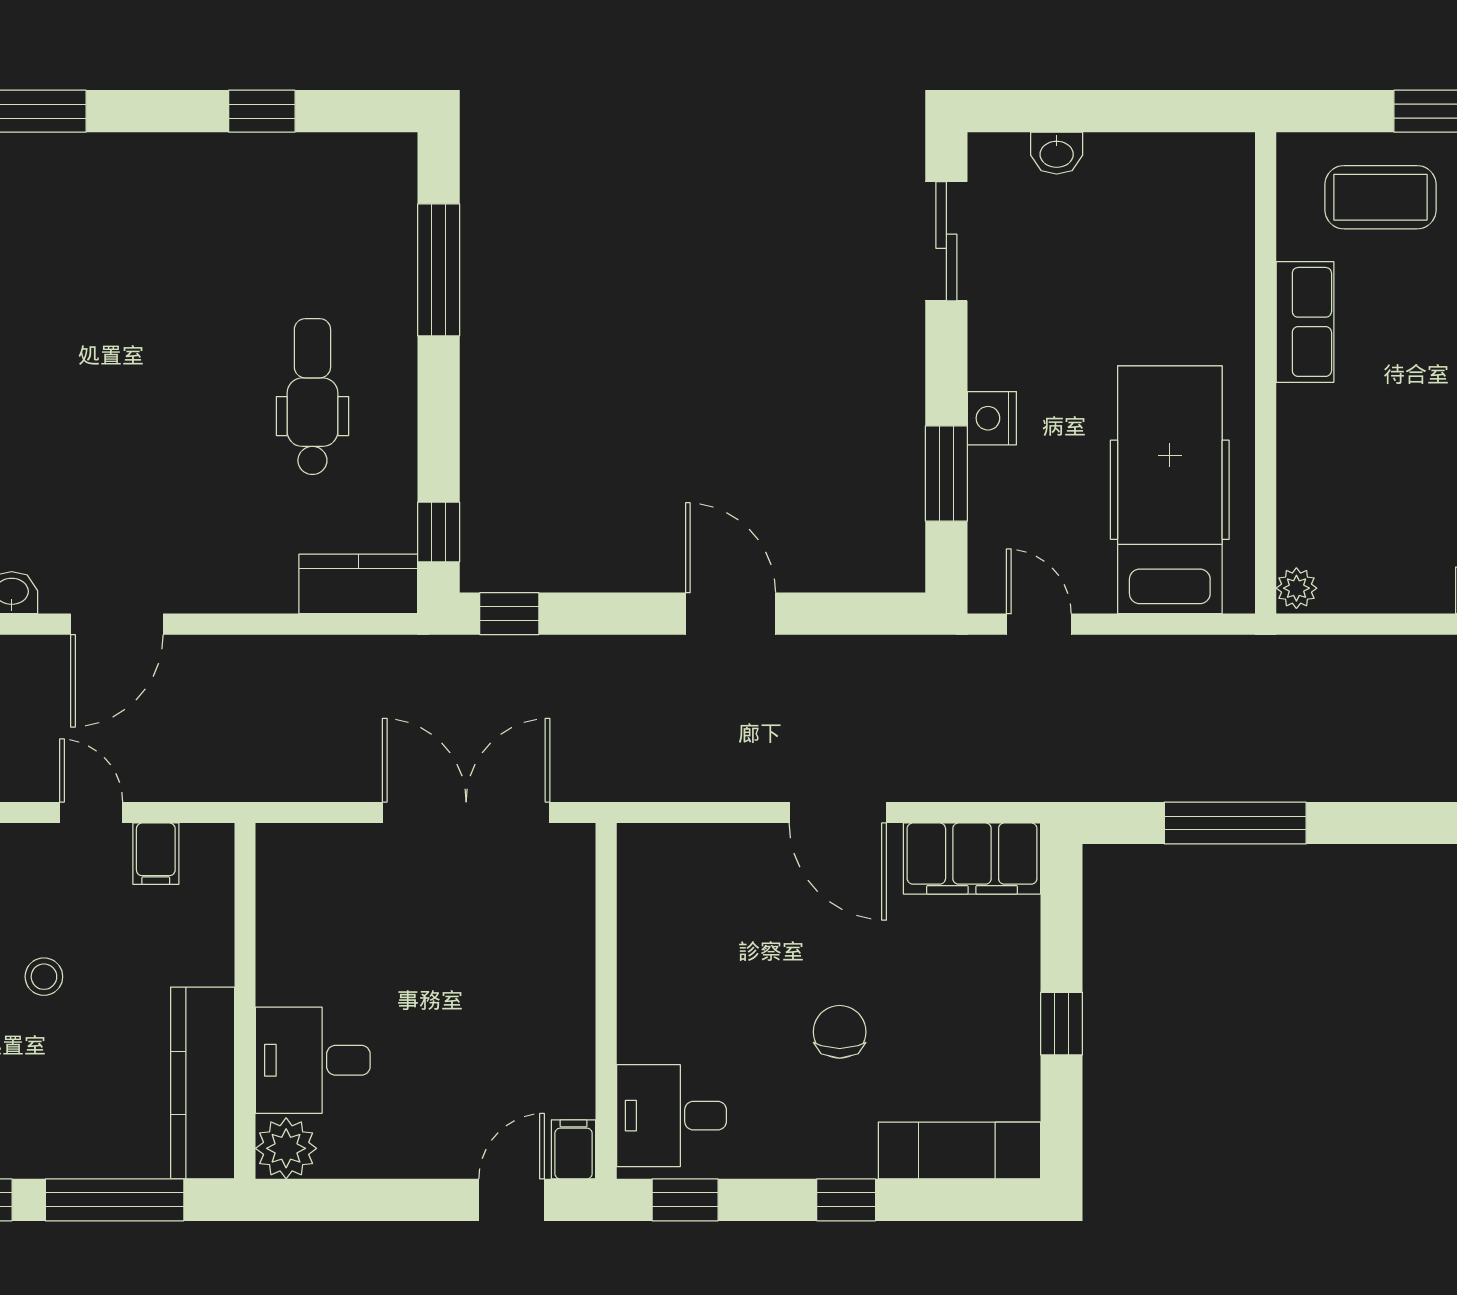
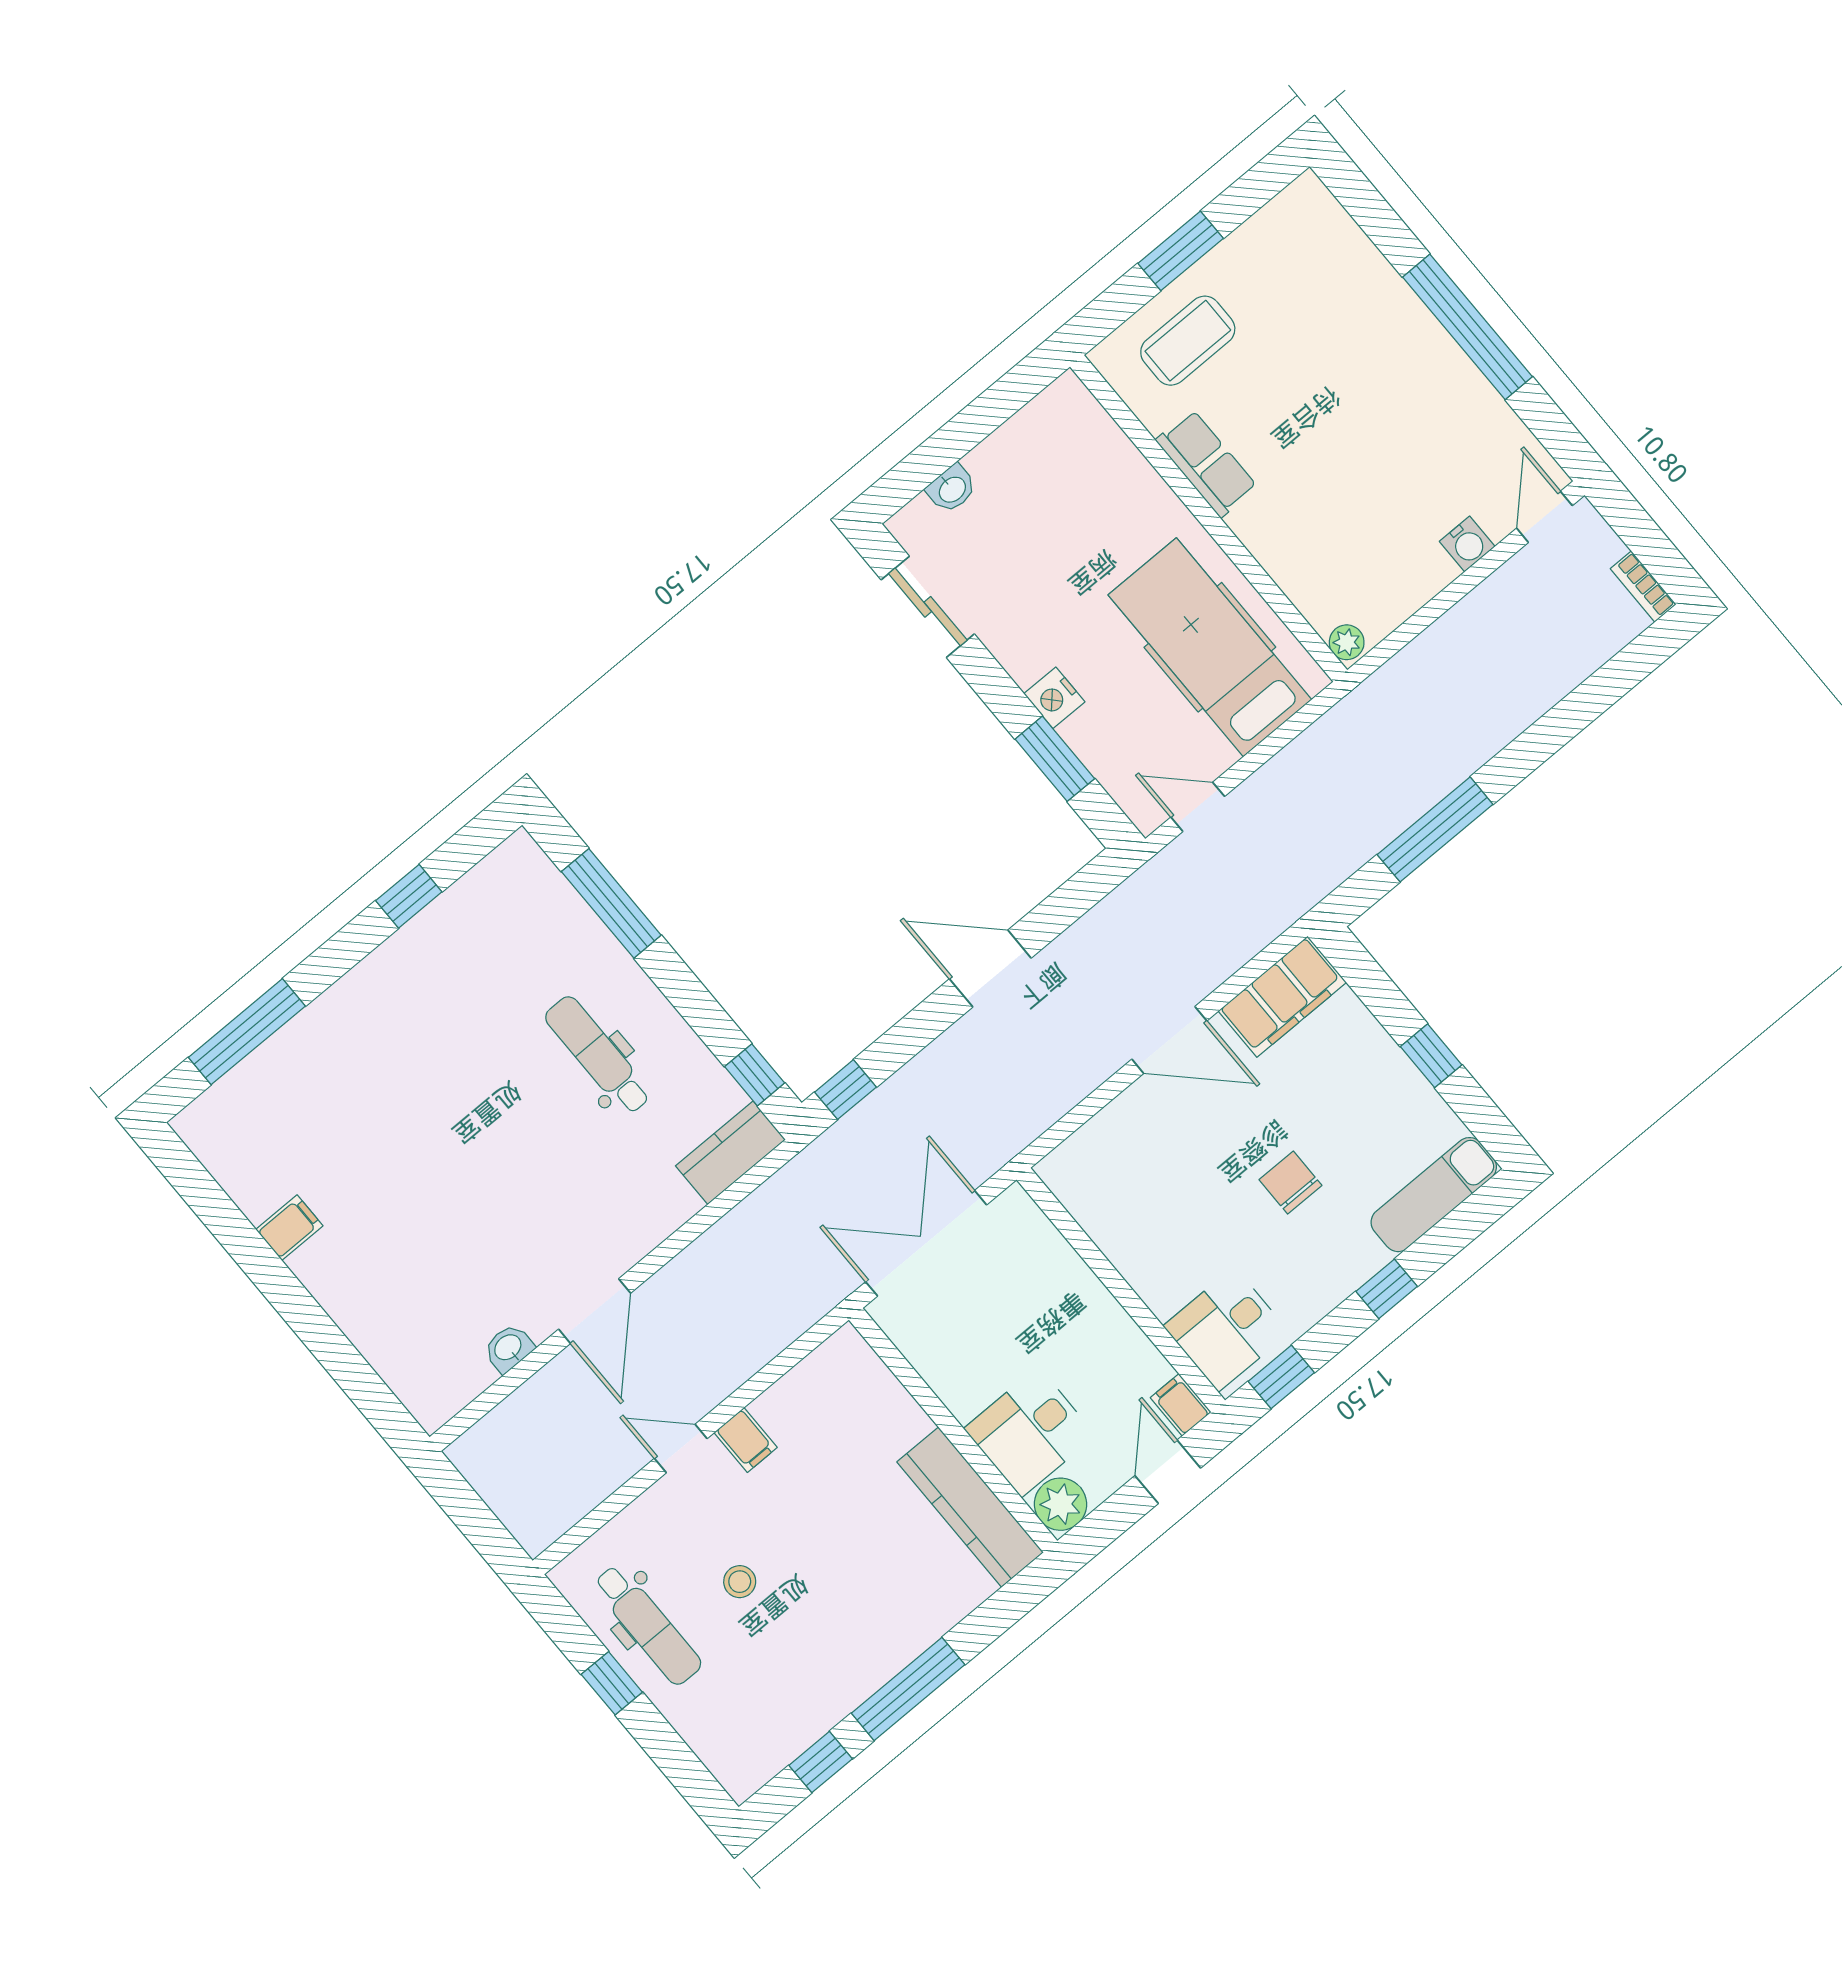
wall: (245, 1001) -> (953, 1430), moved
desk: (313, 1060) -> (1030, 1432), moved
kitchen counter: (203, 1083) -> (970, 1507), moved
plant: (286, 1148) -> (1060, 1504), moved

